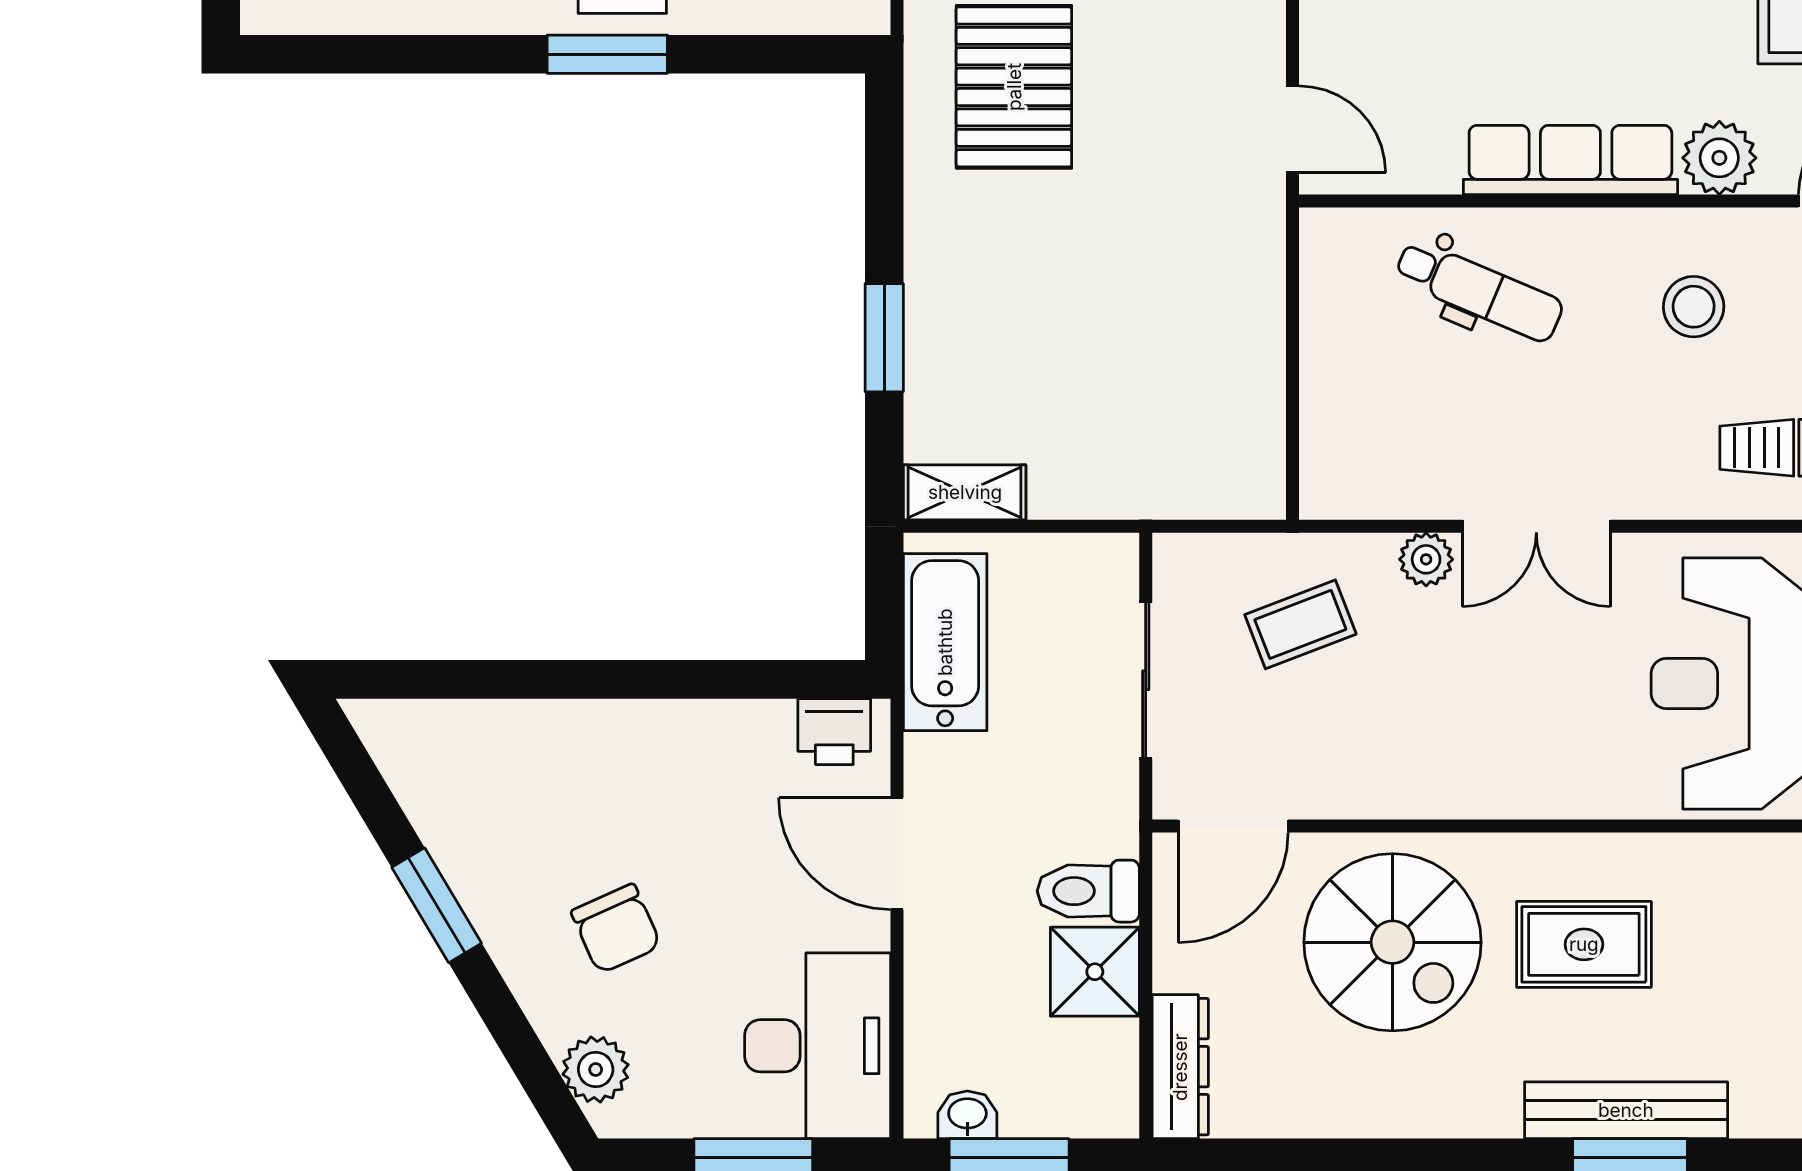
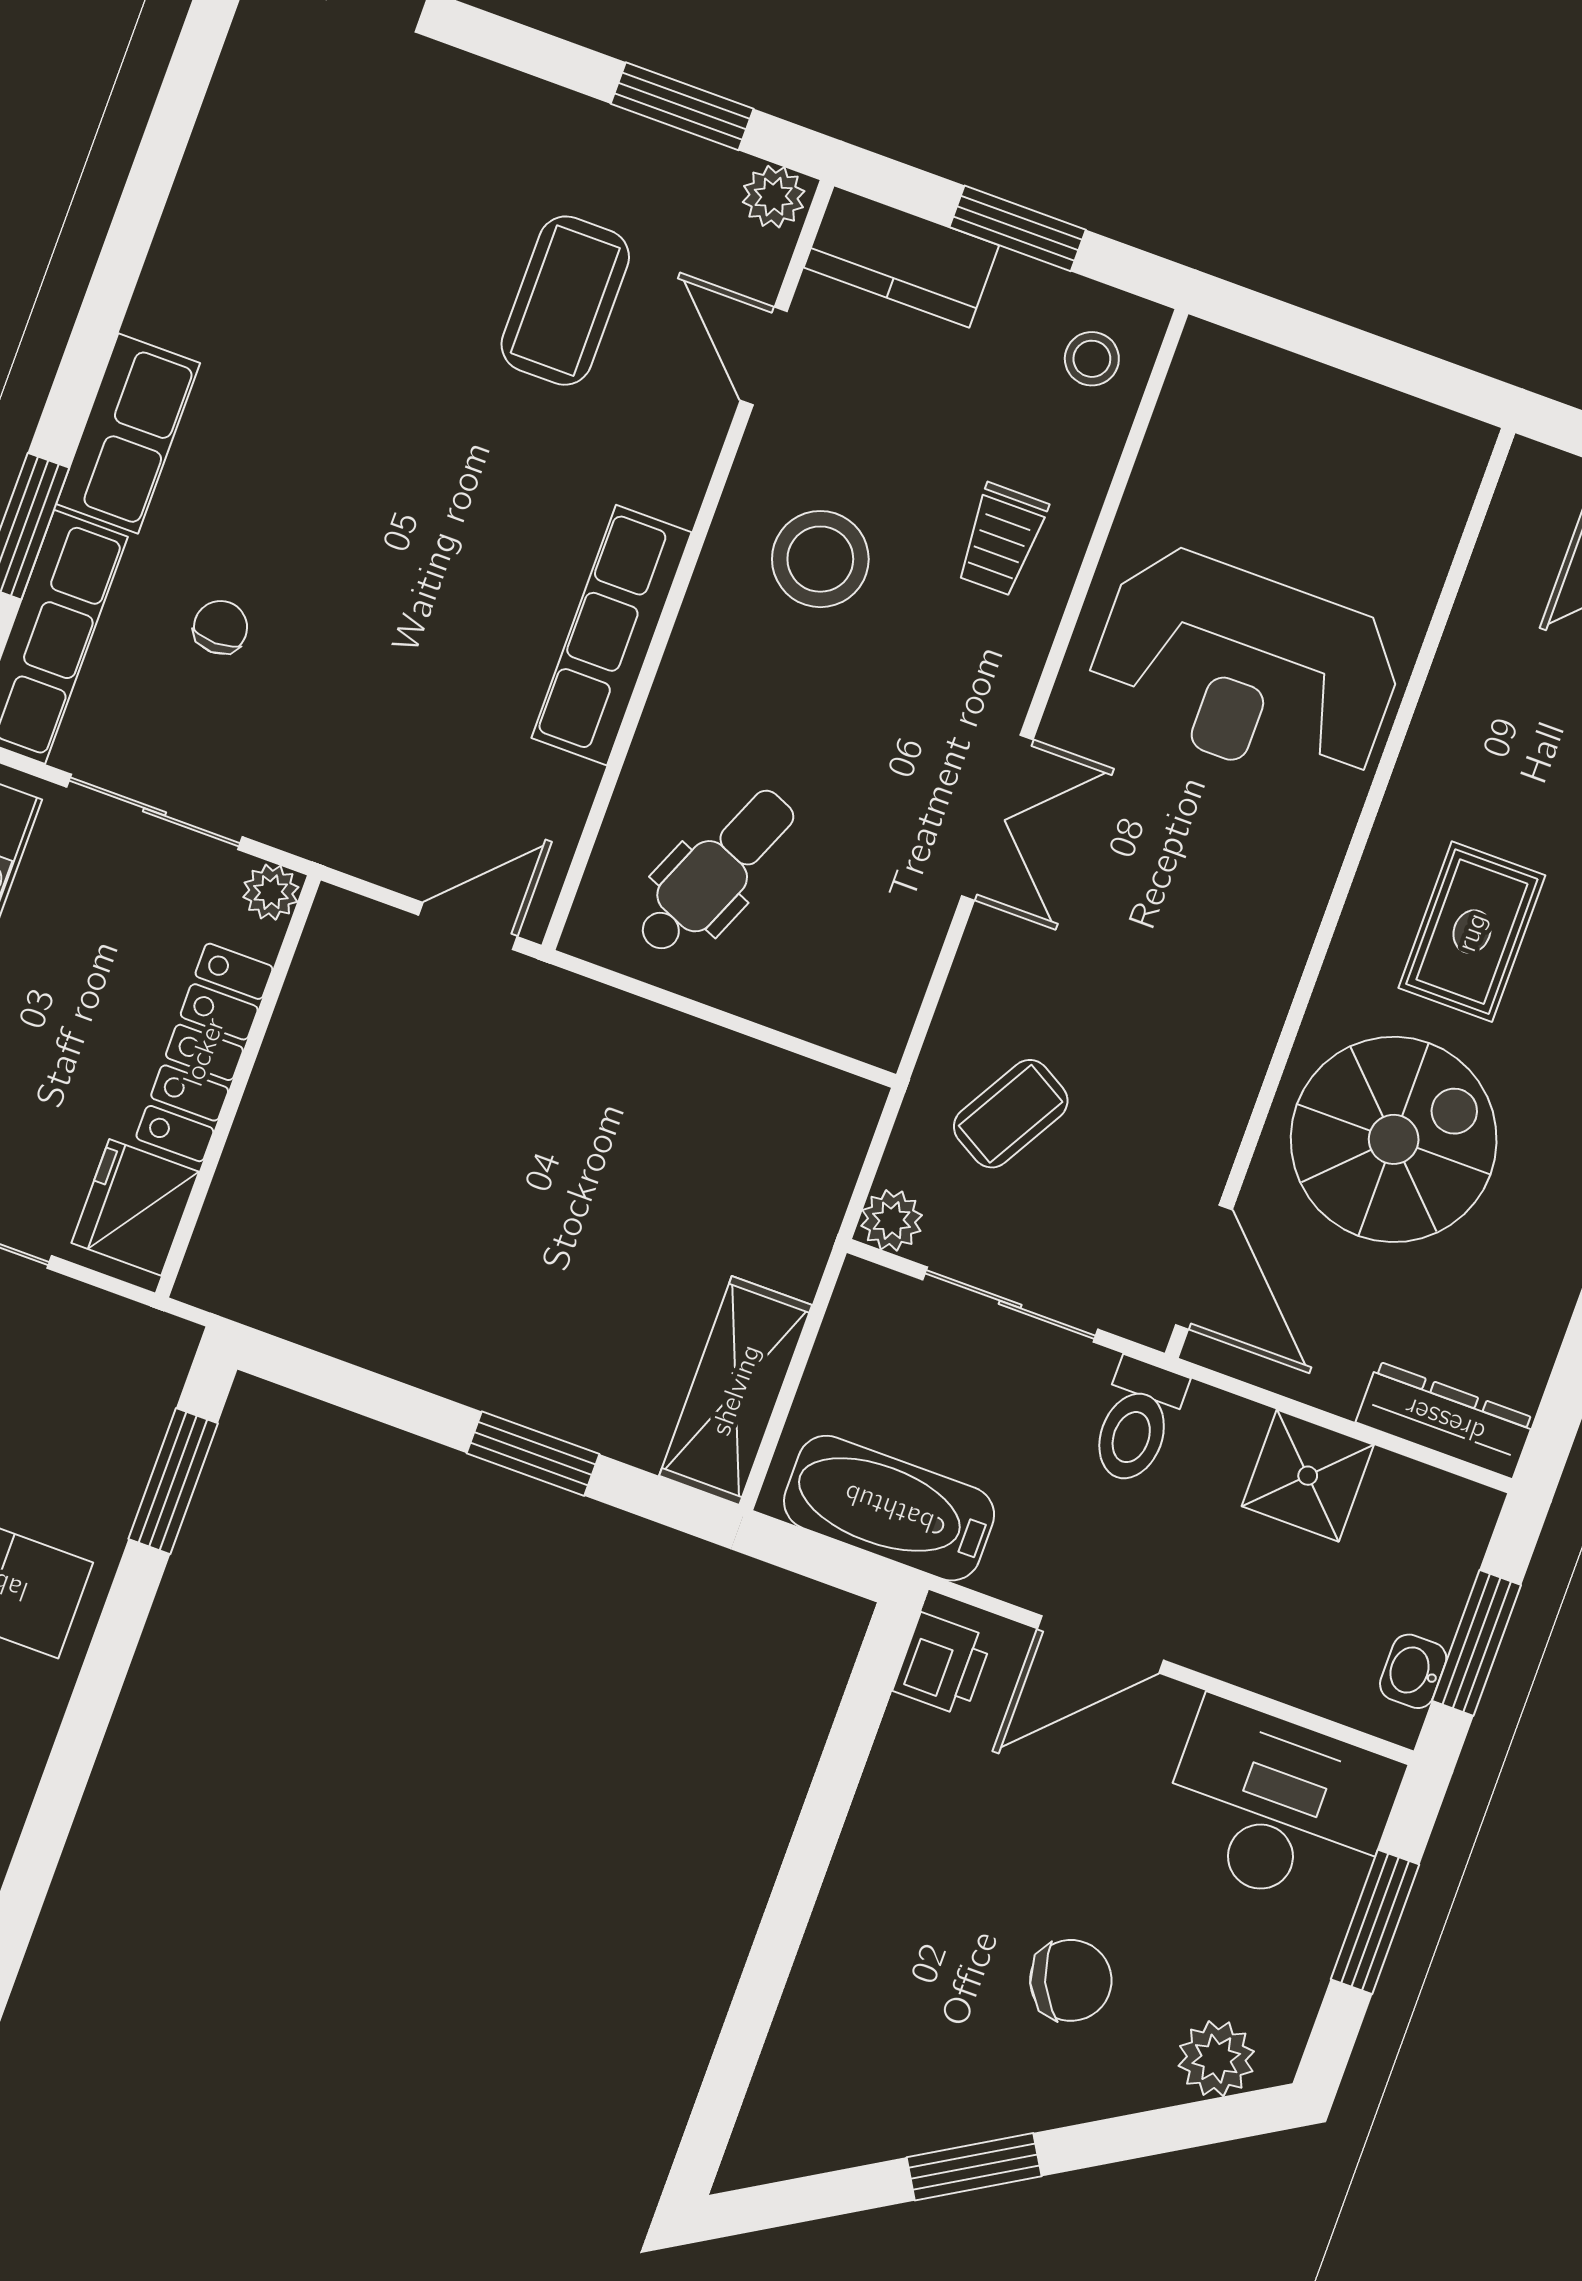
window: (607, 54) -> (173, 1481), moved
pallet: (1014, 87) -> (311, 1213), removed
plant: (1719, 158) -> (668, 472), removed
dental chair: (1479, 291) -> (715, 872), moved
stool: (1694, 307) -> (820, 559), width x1.38, depth x1.38
shelving: (965, 492) -> (736, 1390), width x1.50, depth x1.33
plant: (1426, 559) -> (892, 1220), moved
coffee table: (1300, 624) -> (1011, 1114), turned 51
toilet: (1088, 891) -> (1137, 1421), moved

